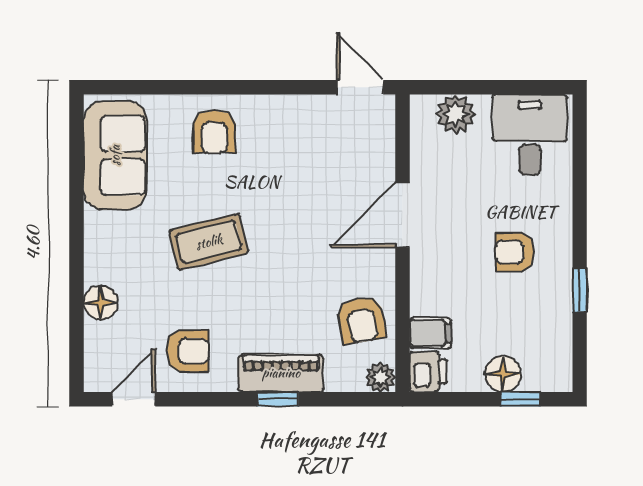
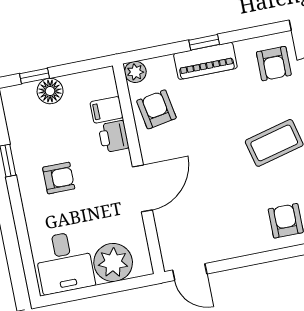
plant: (456, 114) -> (113, 262), width x1.36, depth x1.36
armchair: (188, 351) -> (274, 64), turned -90
printer: (428, 372) -> (114, 136), moved

